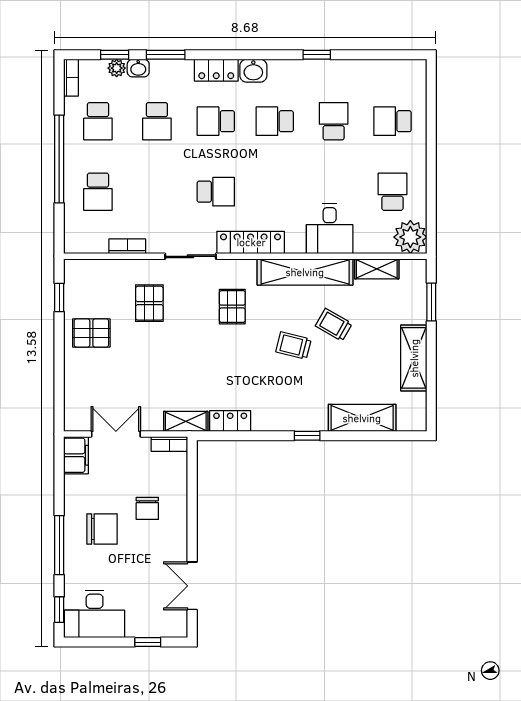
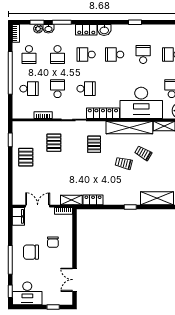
school desk: (98, 192) -> (29, 89), turned -90
school desk: (157, 192) -> (58, 89), added
desk: (330, 229) -> (141, 103), width x1.87, depth x1.30
pallet: (91, 333) -> (26, 157), turned 90
chair: (102, 529) -> (31, 252), turned 180

